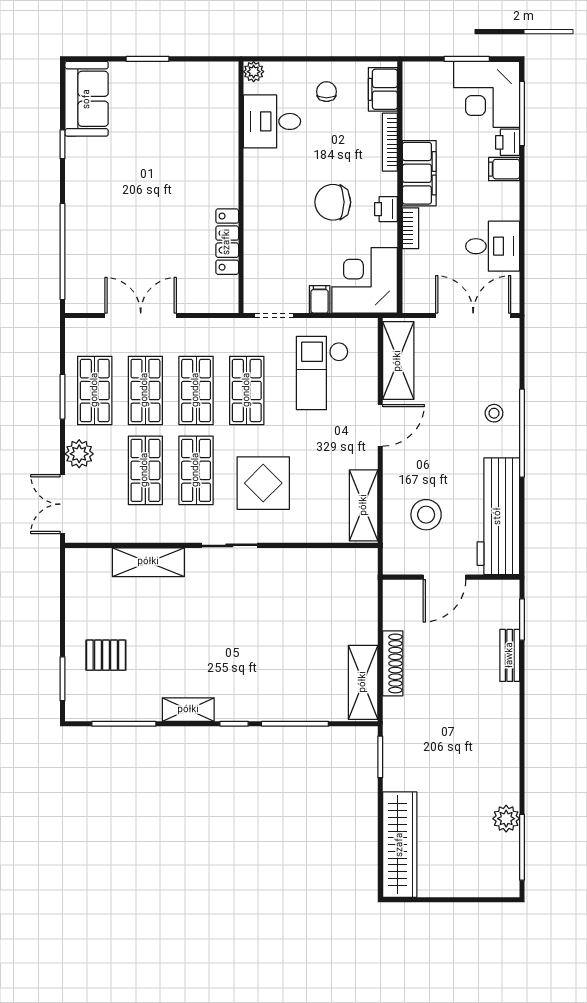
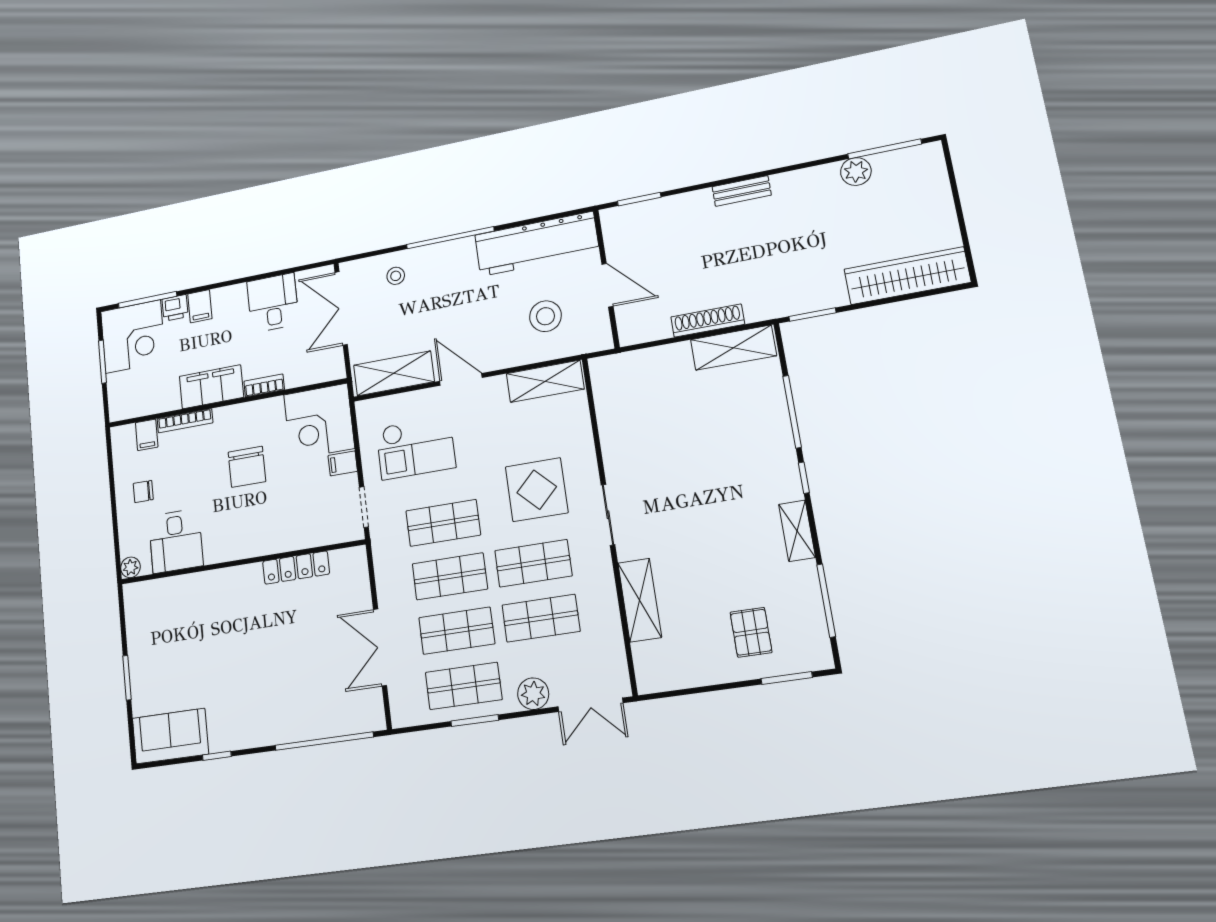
filing cabinet: (383, 89) -> (147, 435), width x0.50
printer: (386, 209) -> (248, 413), removed
stool: (494, 413) -> (396, 276), moved
bench: (510, 655) -> (742, 191), moved

